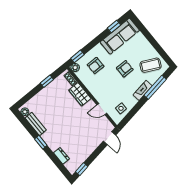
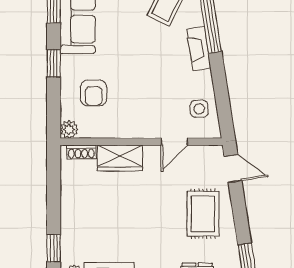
window: (77, 56) -> (54, 63), moved
armchair: (125, 69) -> (139, 49), removed
window: (47, 81) -> (54, 248), moved
rug: (84, 141) -> (203, 214), added

